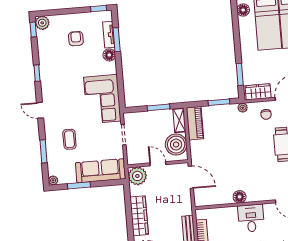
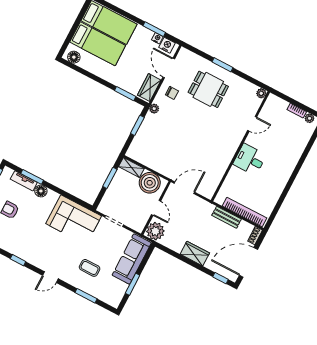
piano: (195, 123) -> (142, 156), removed
door: (158, 164) -> (156, 208), swing flipped
plant: (53, 180) -> (115, 303), removed
floor lamp: (240, 197) -> (226, 158), removed
wardrobe: (139, 216) -> (195, 254), width x0.67

